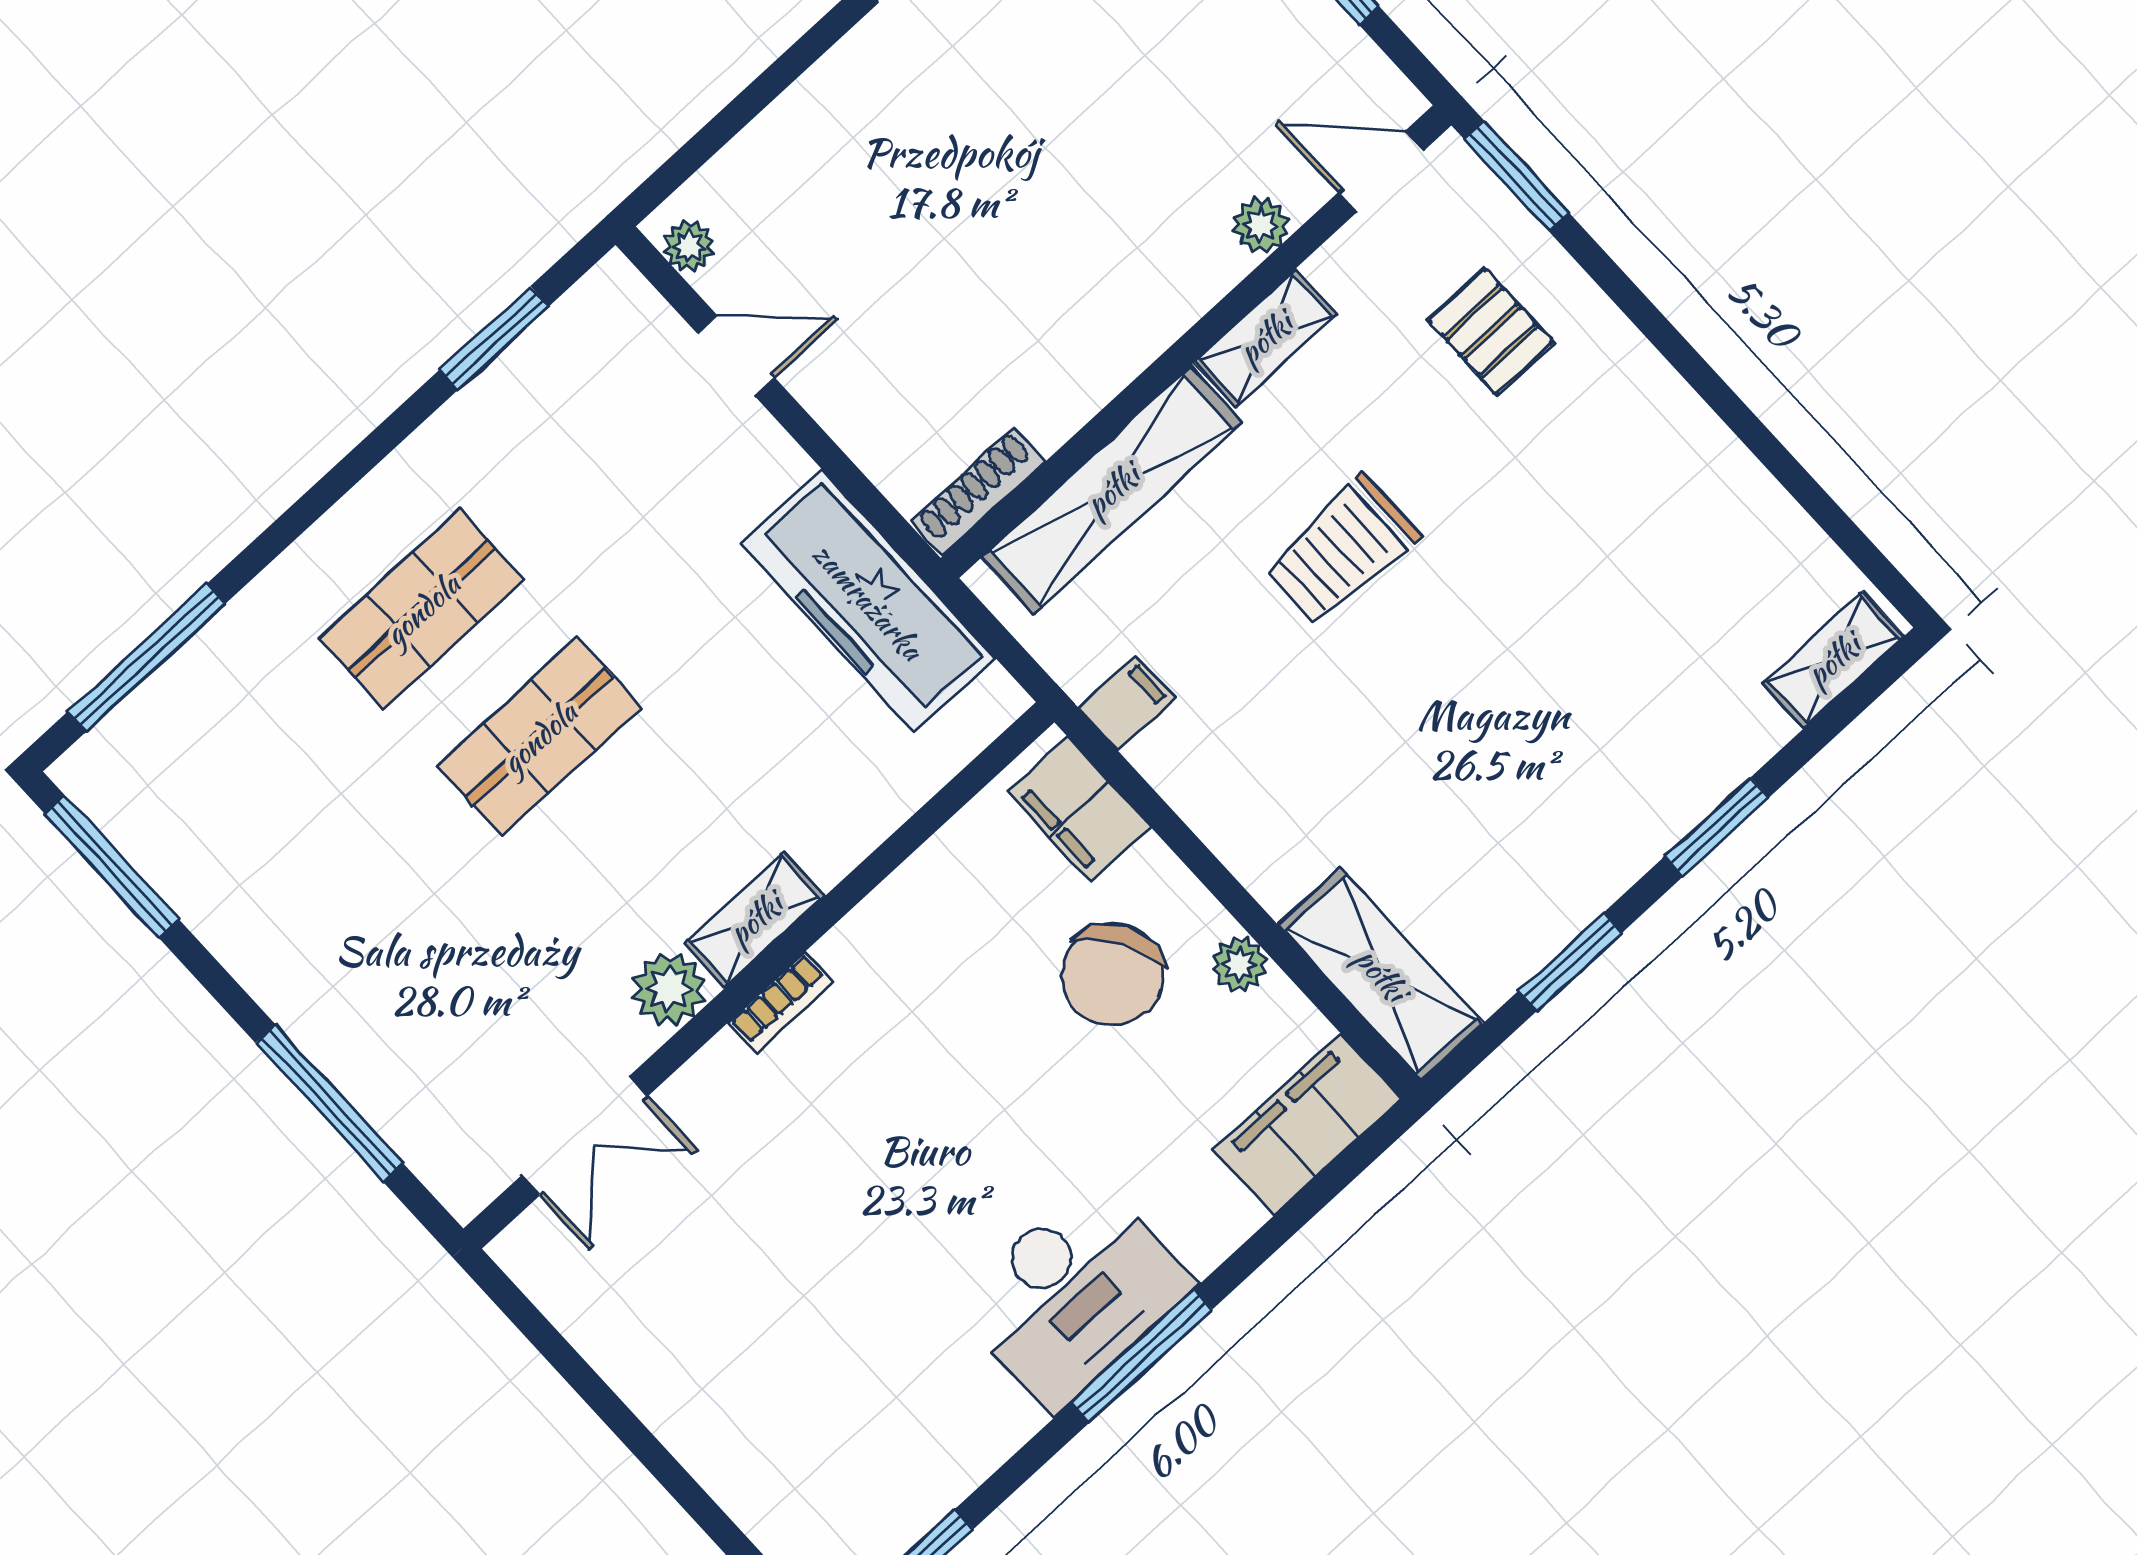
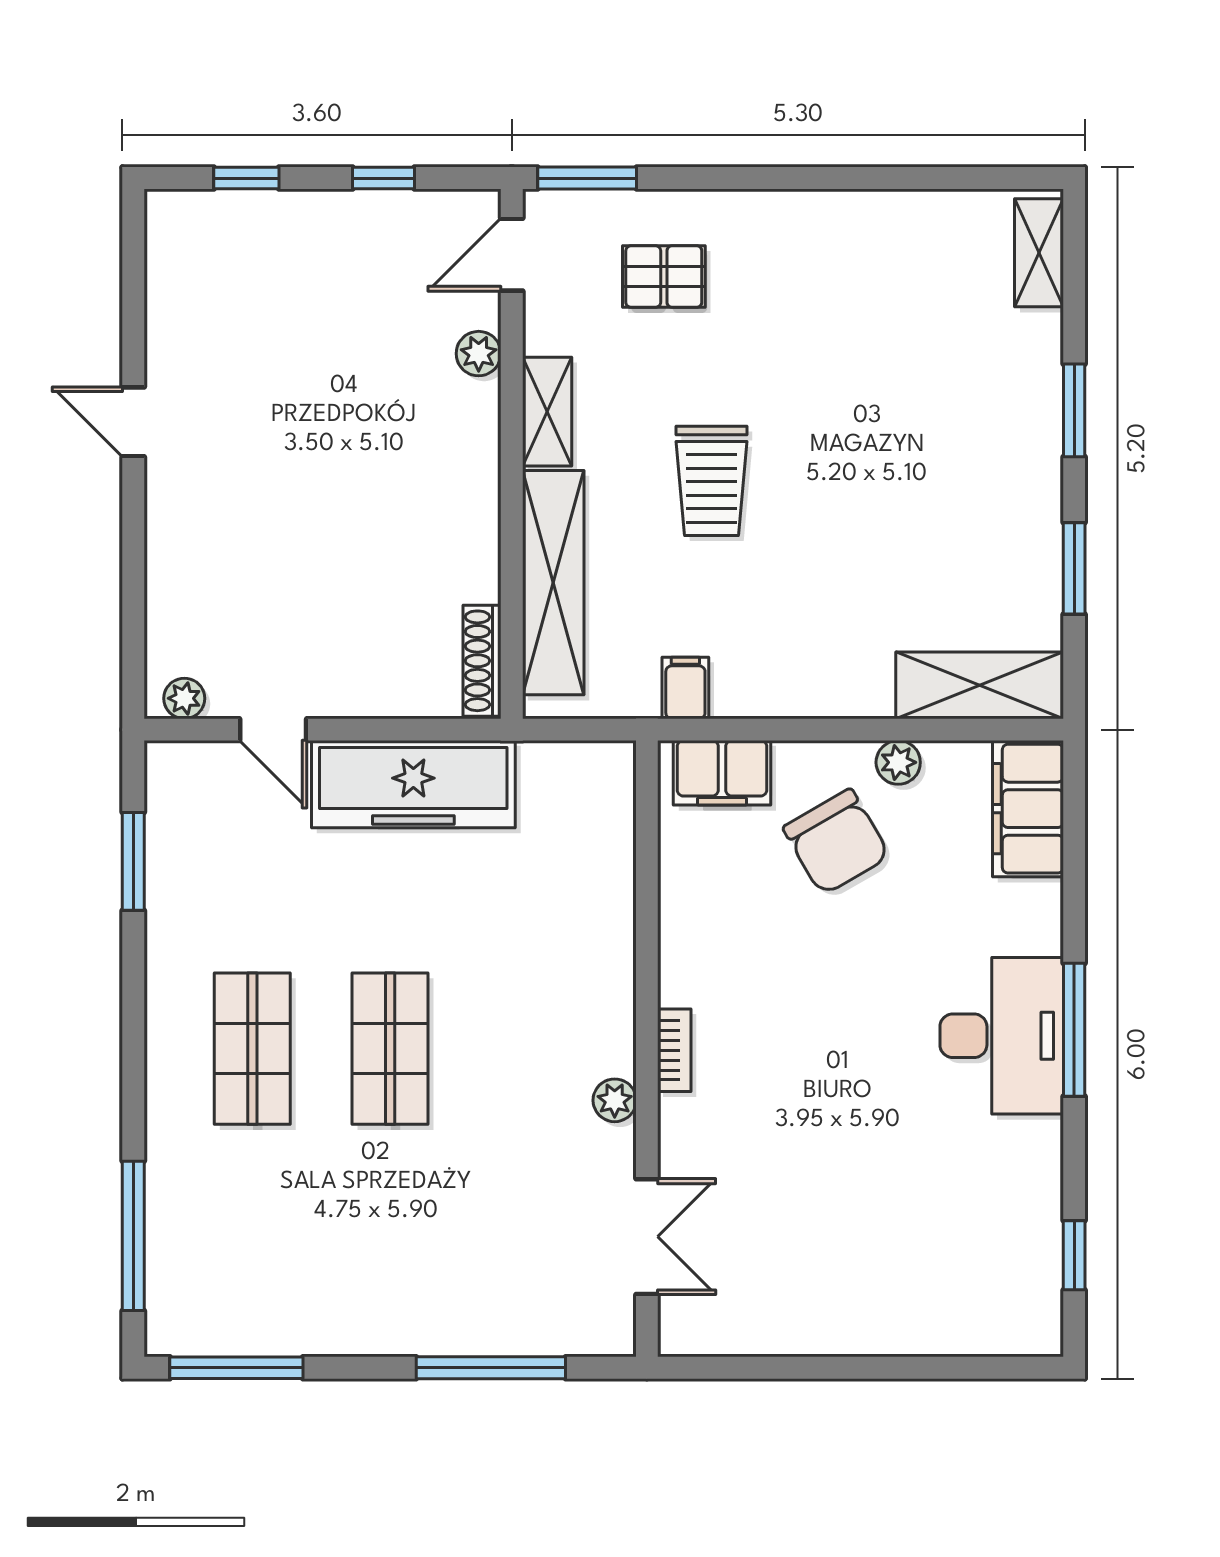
door: (736, 356) -> (273, 730), swing flipped
freezer: (868, 601) -> (413, 784), moved
shelving: (755, 919) -> (612, 1021), removed
plant: (669, 989) -> (615, 1100), width x0.73, depth x0.73

